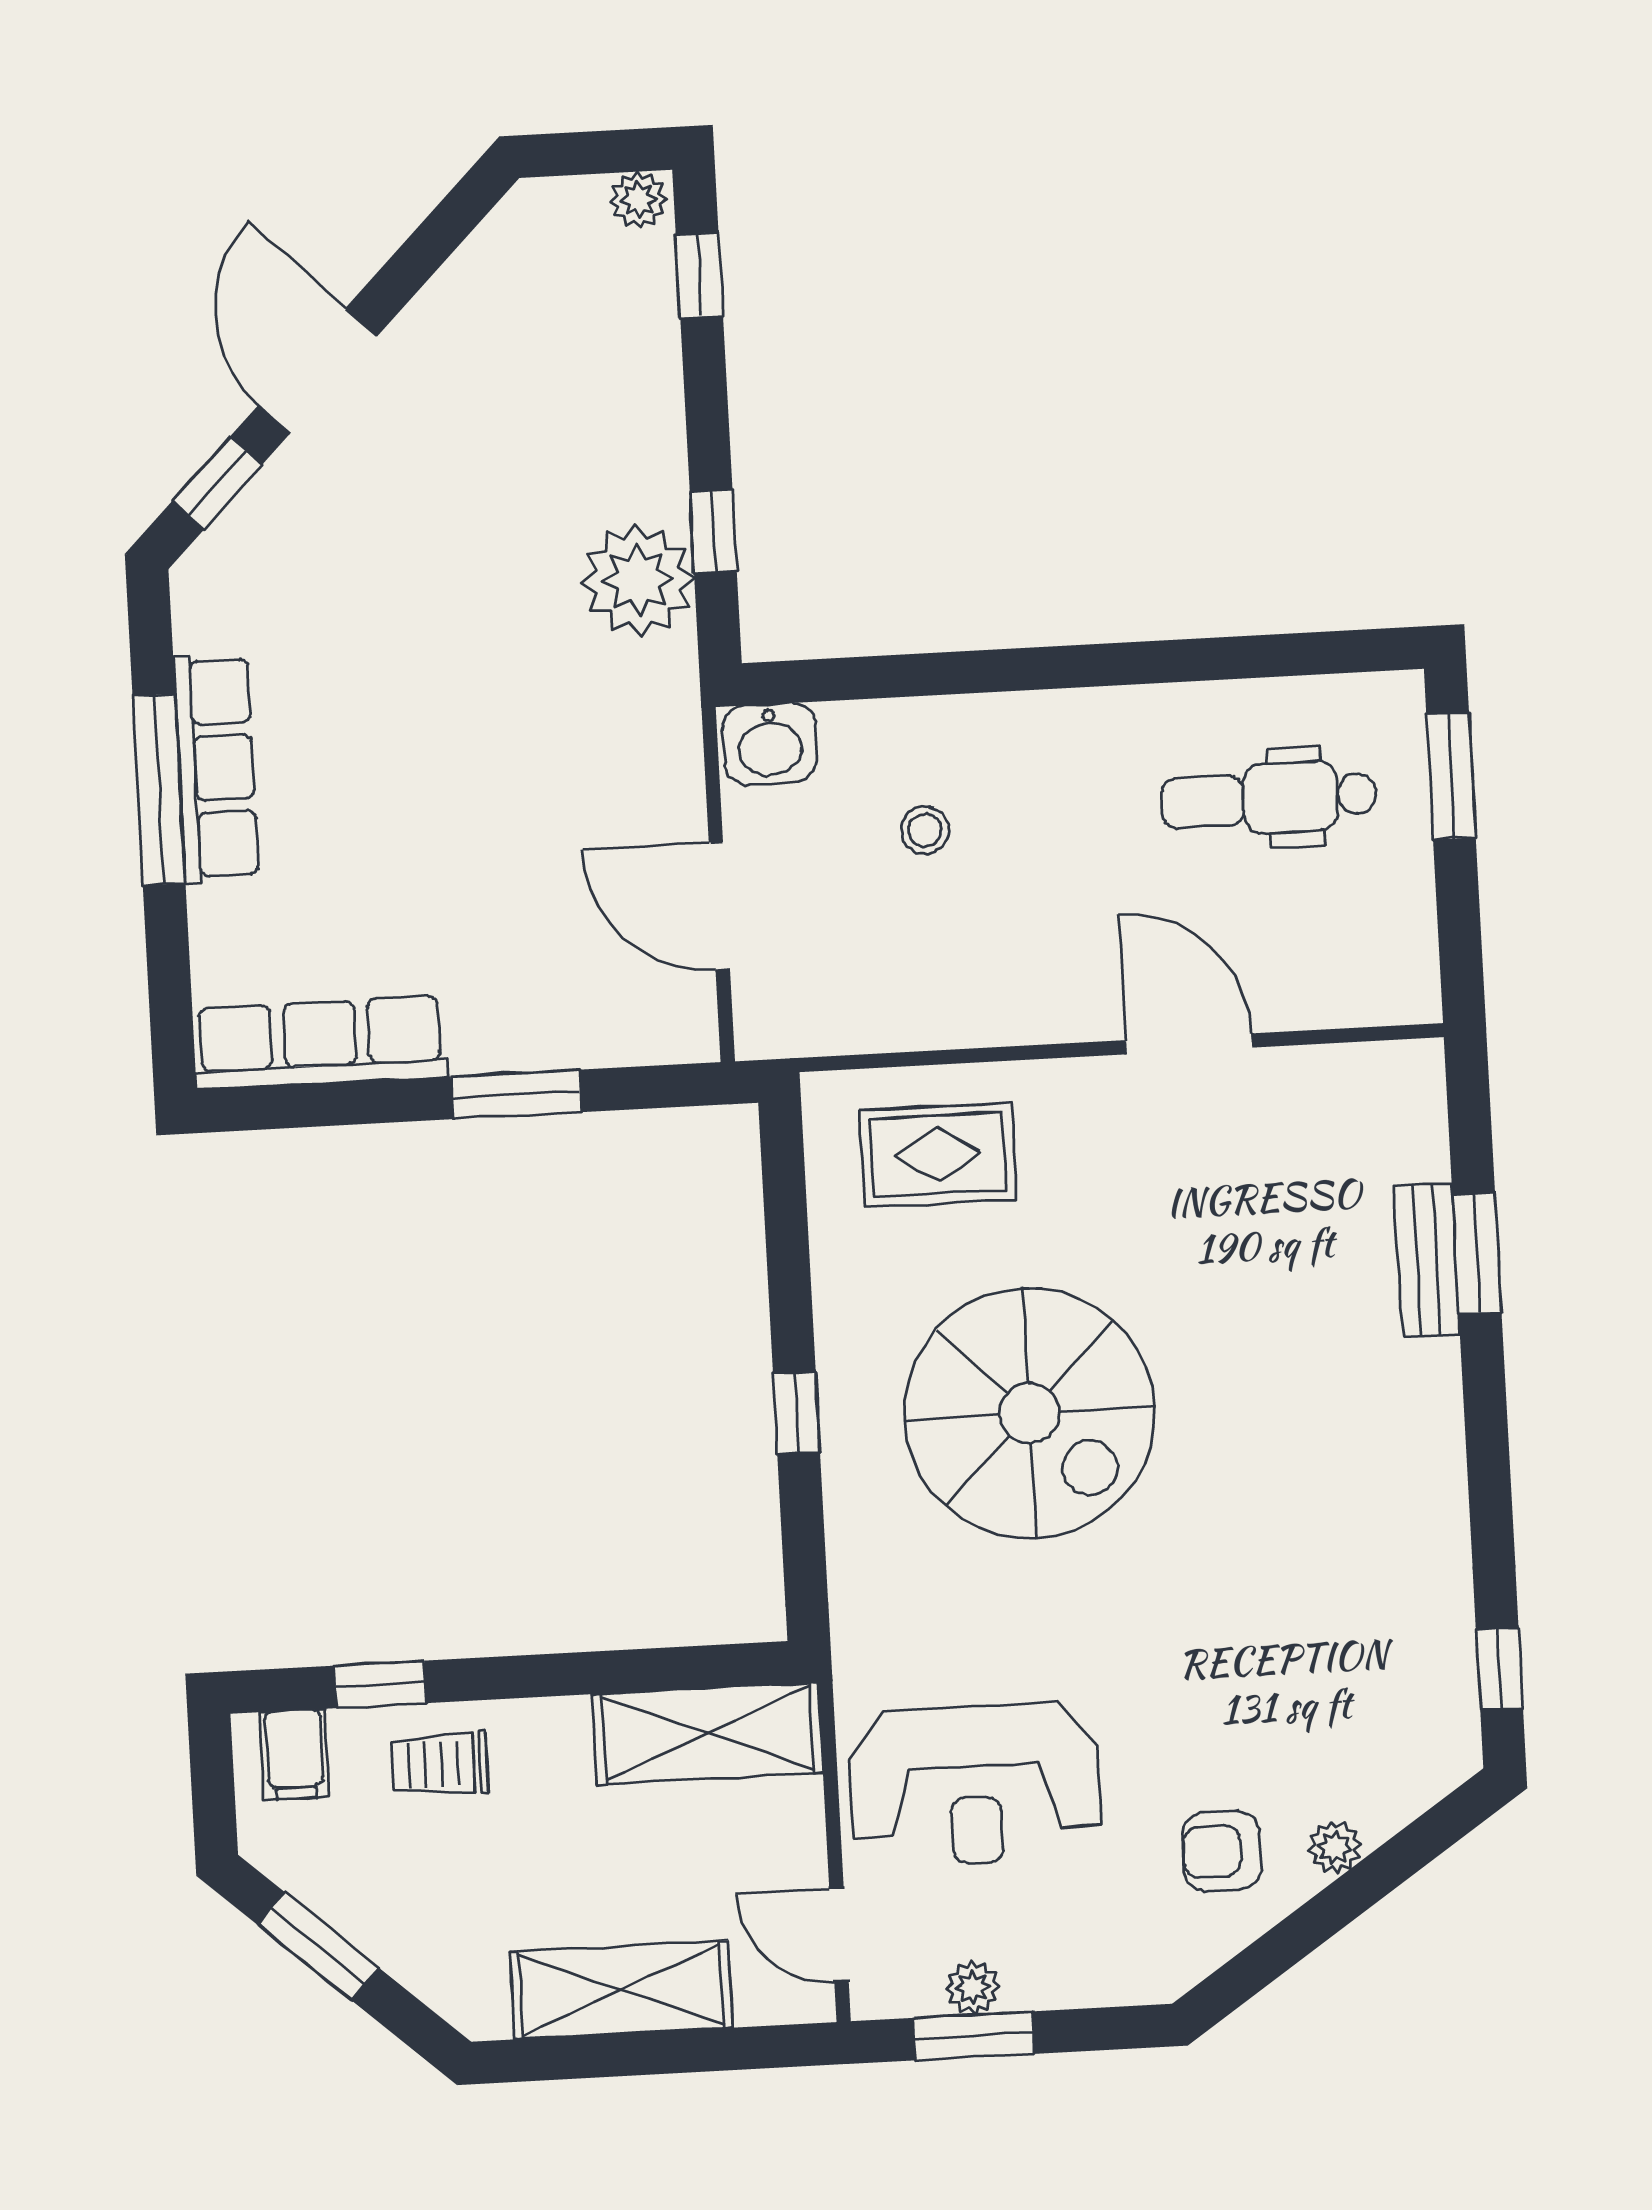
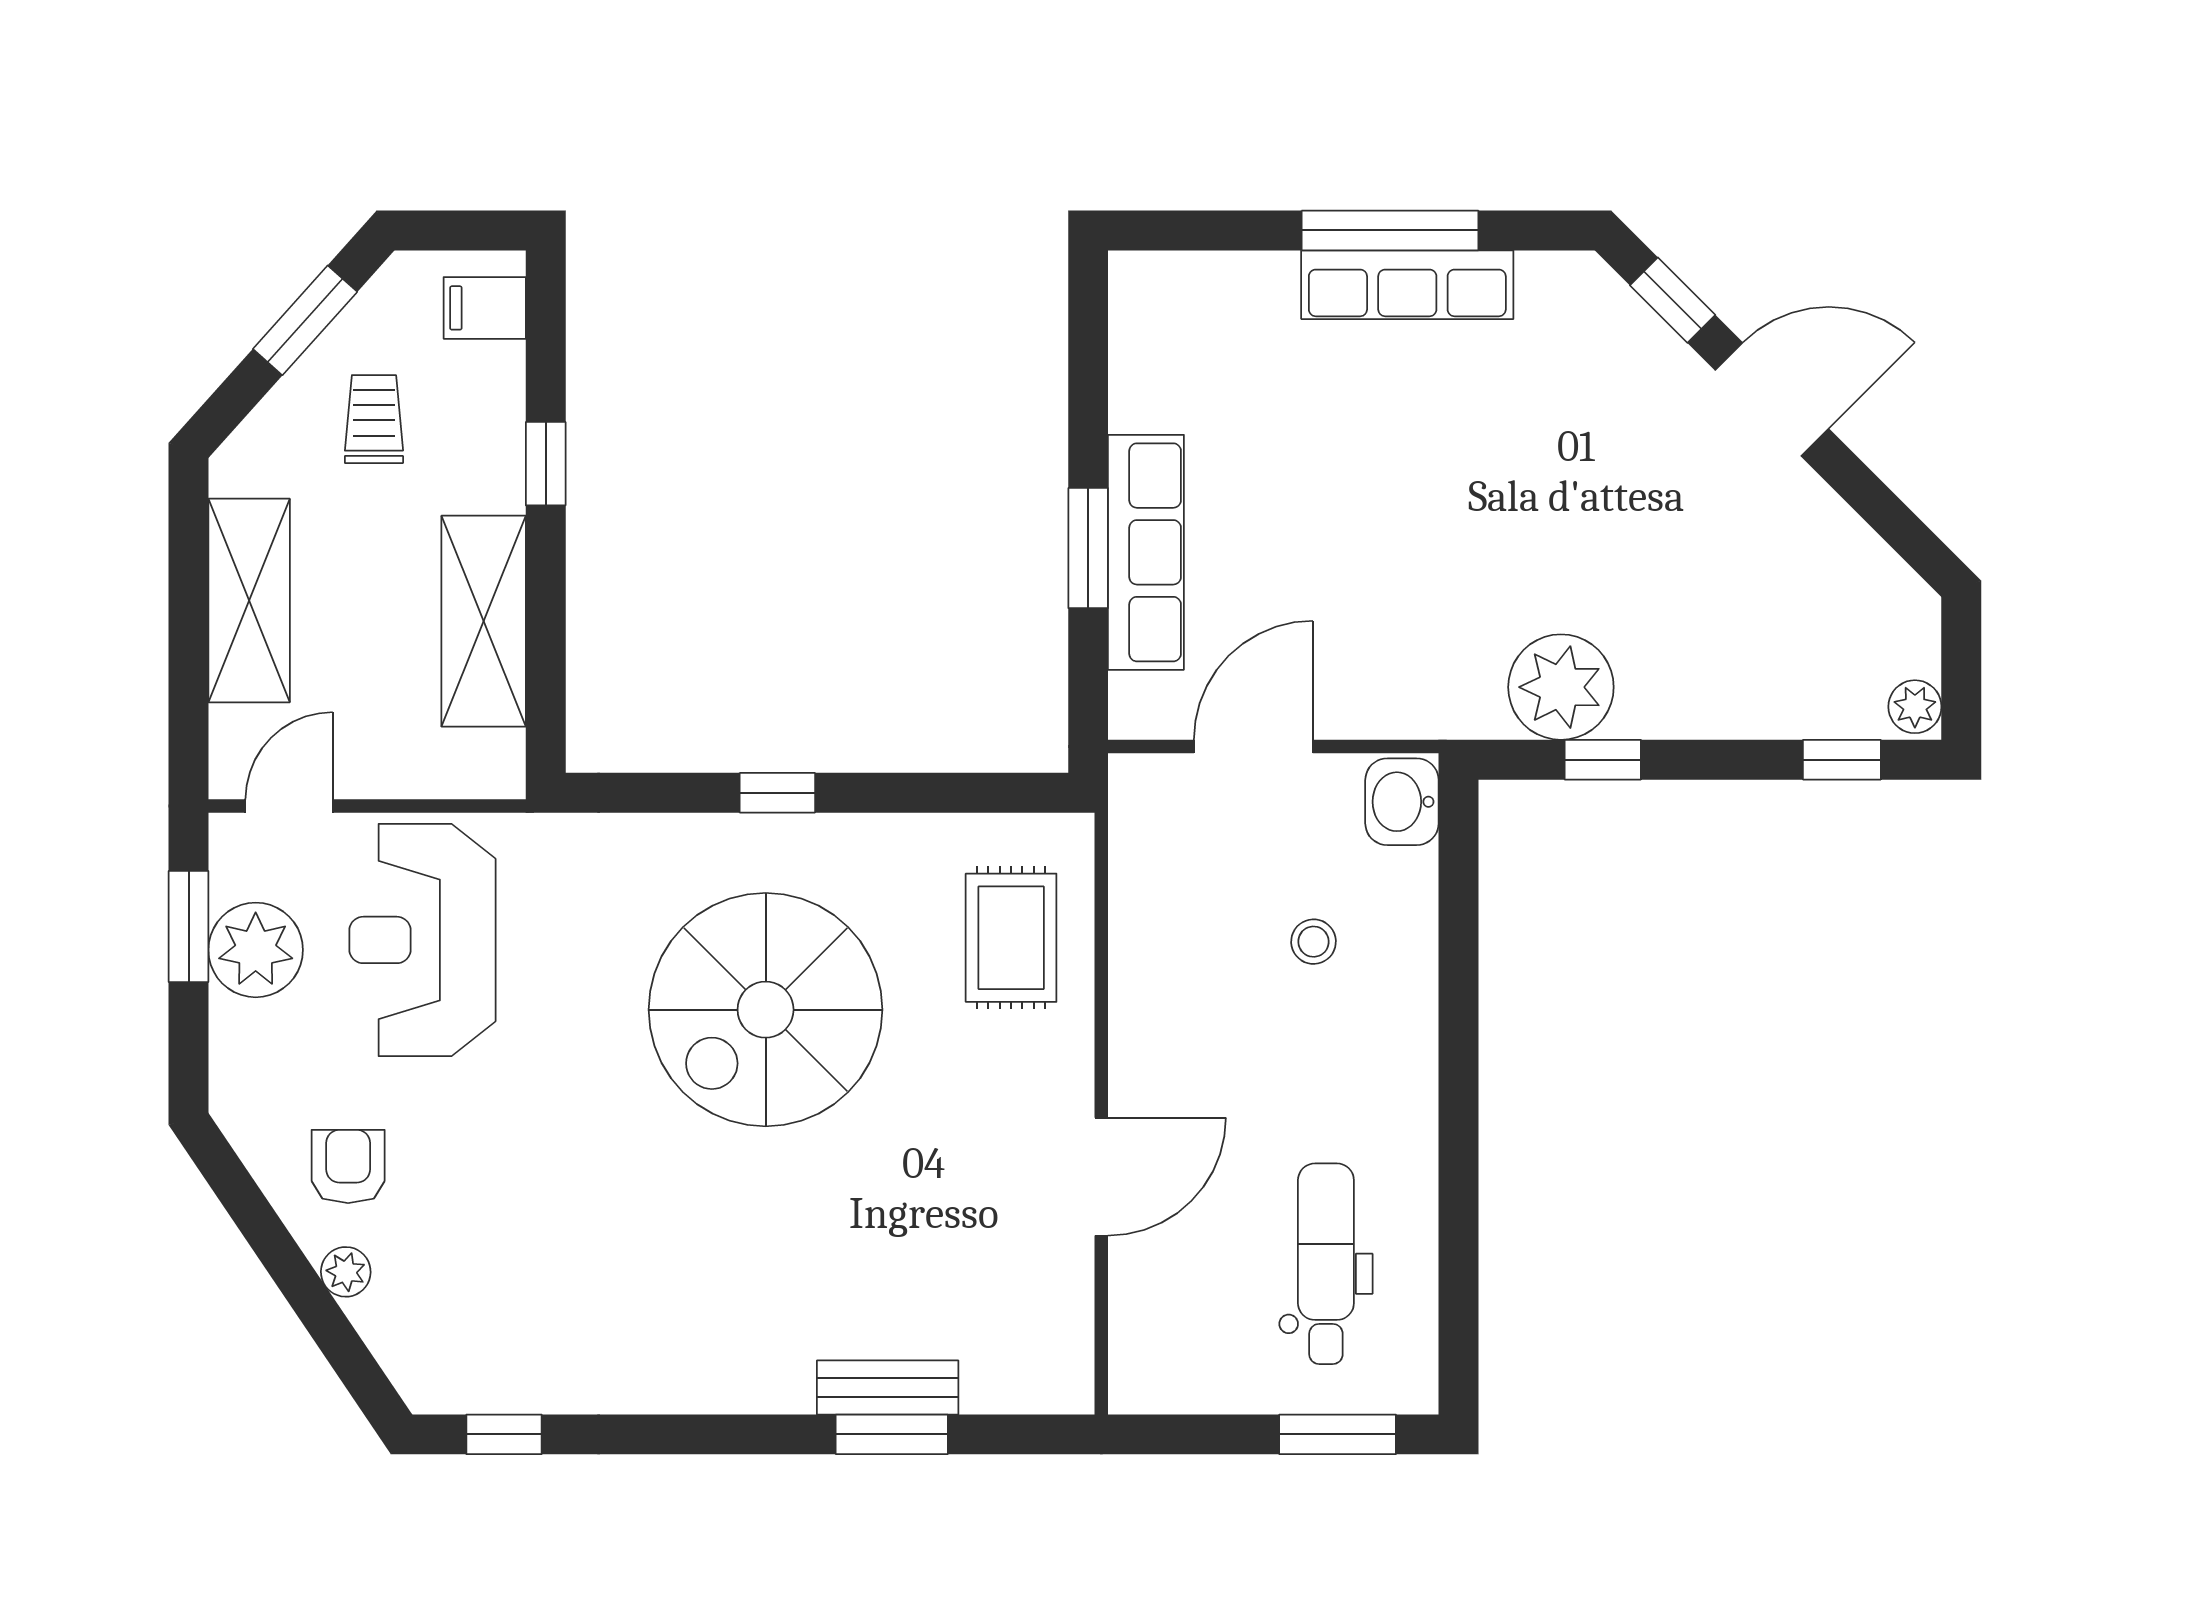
row of seats: (320, 1043) -> (1146, 552), moved
window: (381, 1684) -> (546, 464), moved
shelving: (708, 1733) -> (484, 621), moved
trolley: (440, 1764) -> (374, 419), moved
plant: (973, 1987) -> (256, 950), width x1.87, depth x1.87

